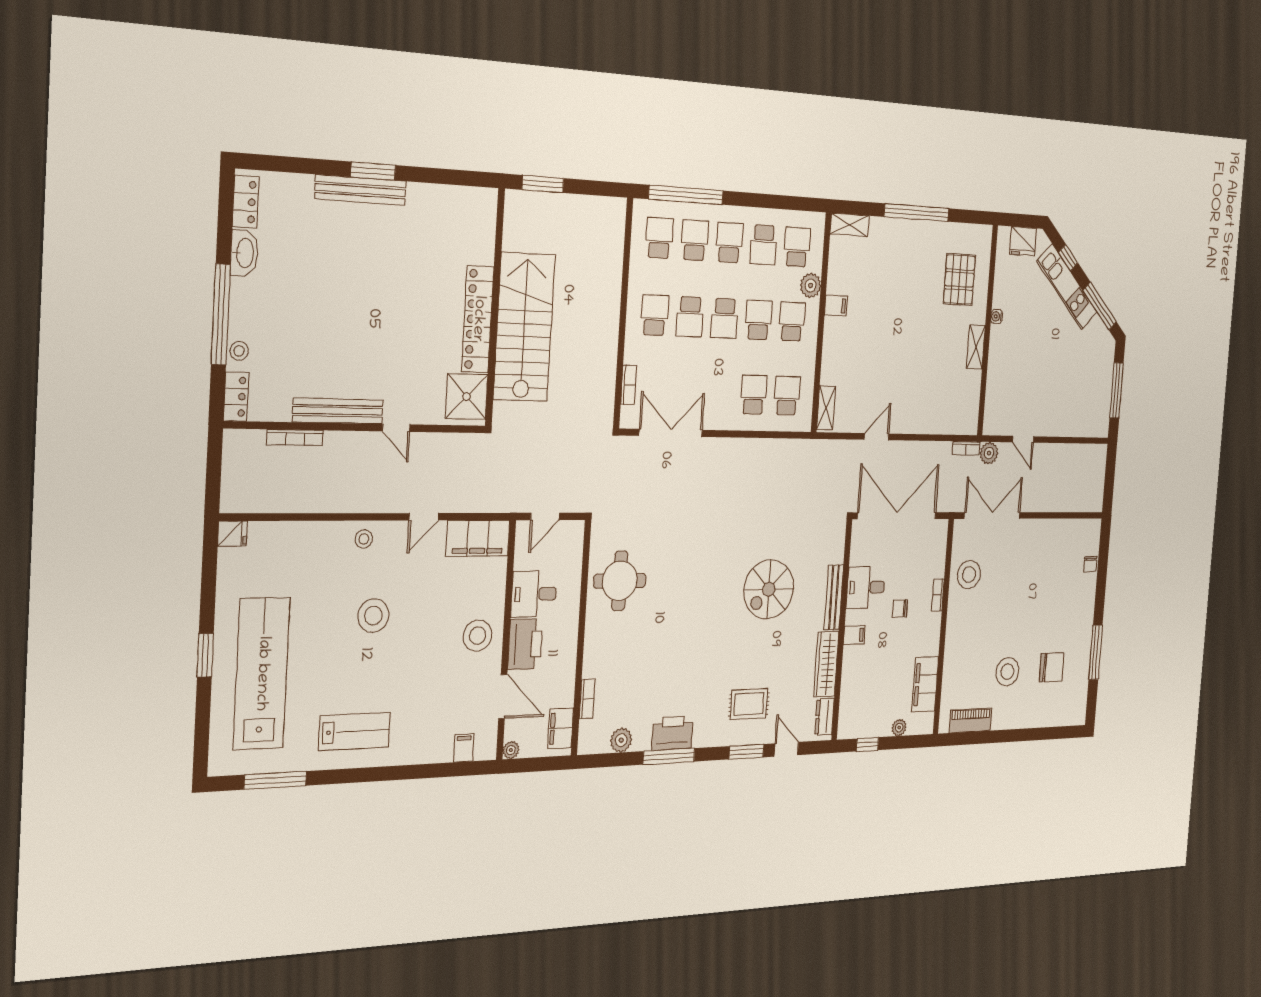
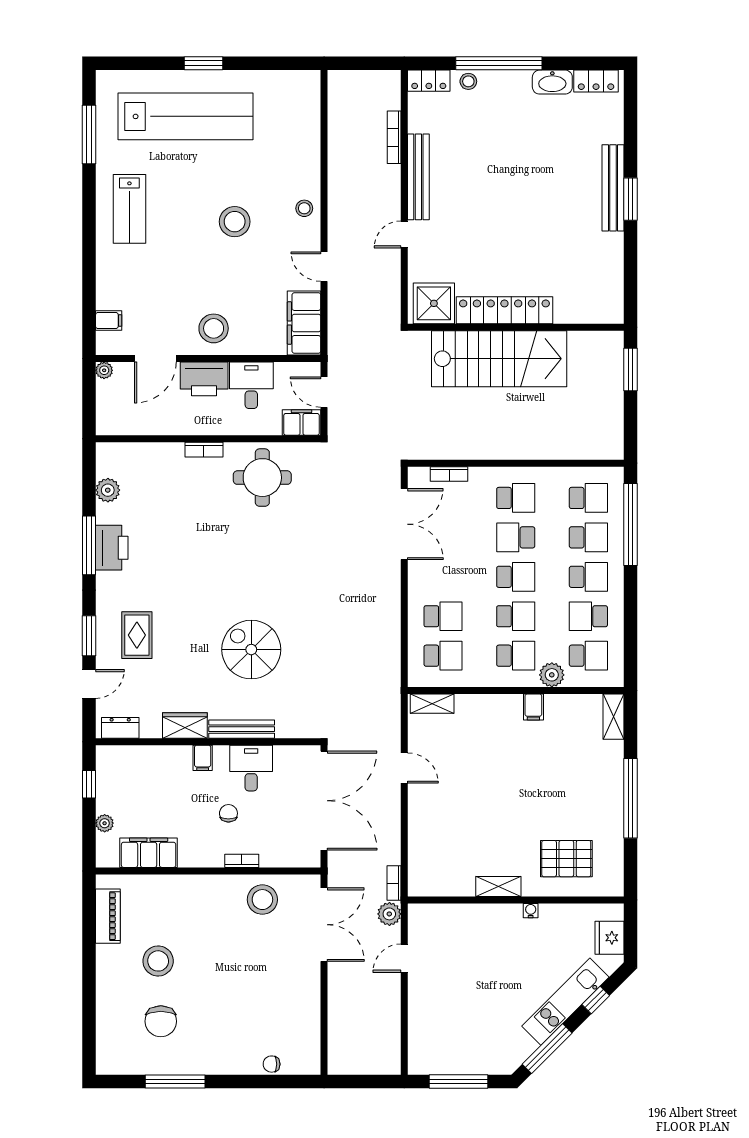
school desk: (724, 318) -> (516, 577), turned 180
fridge: (232, 534) -> (310, 83), removed
wardrobe: (826, 664) -> (185, 726), width x0.67
bookcase: (587, 699) -> (204, 450), moved
filing cabinet: (561, 728) -> (301, 423), moved

